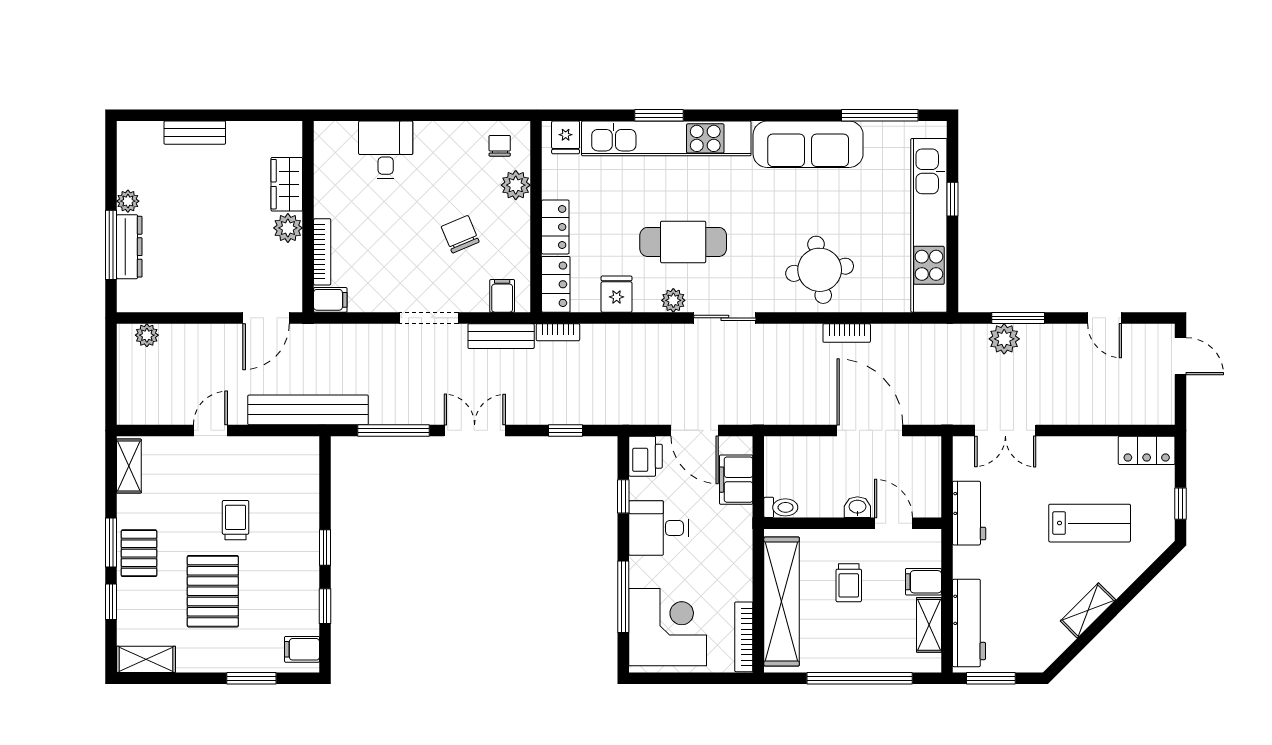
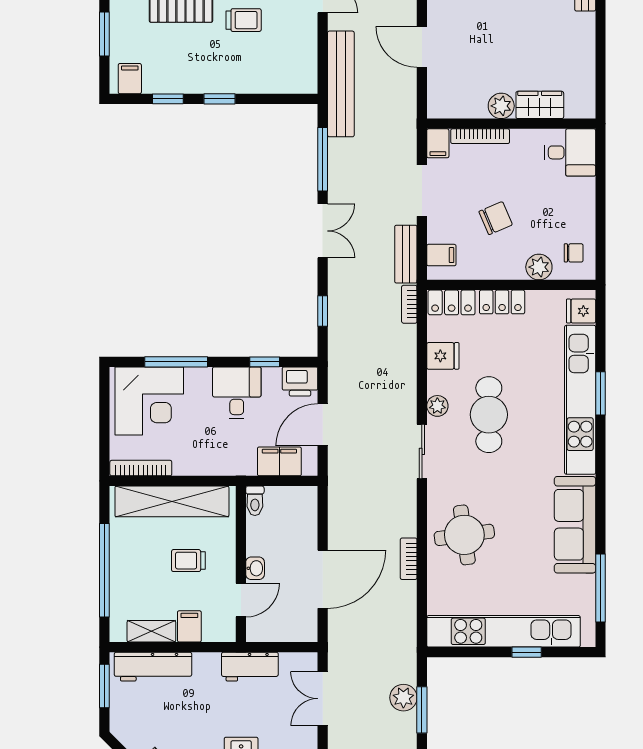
wardrobe: (287, 184) -> (540, 105), moved
wall: (308, 217) -> (511, 124), moved
plant: (288, 228) -> (501, 106), moved
bookcase: (322, 252) -> (480, 136), moved
filing cabinet: (330, 300) -> (438, 143), moved

